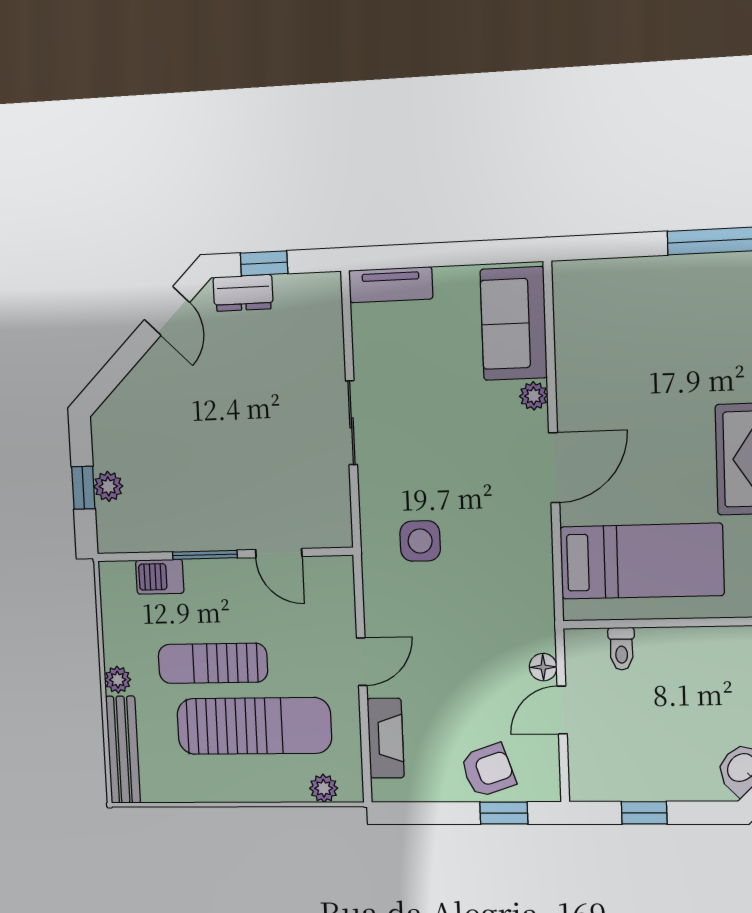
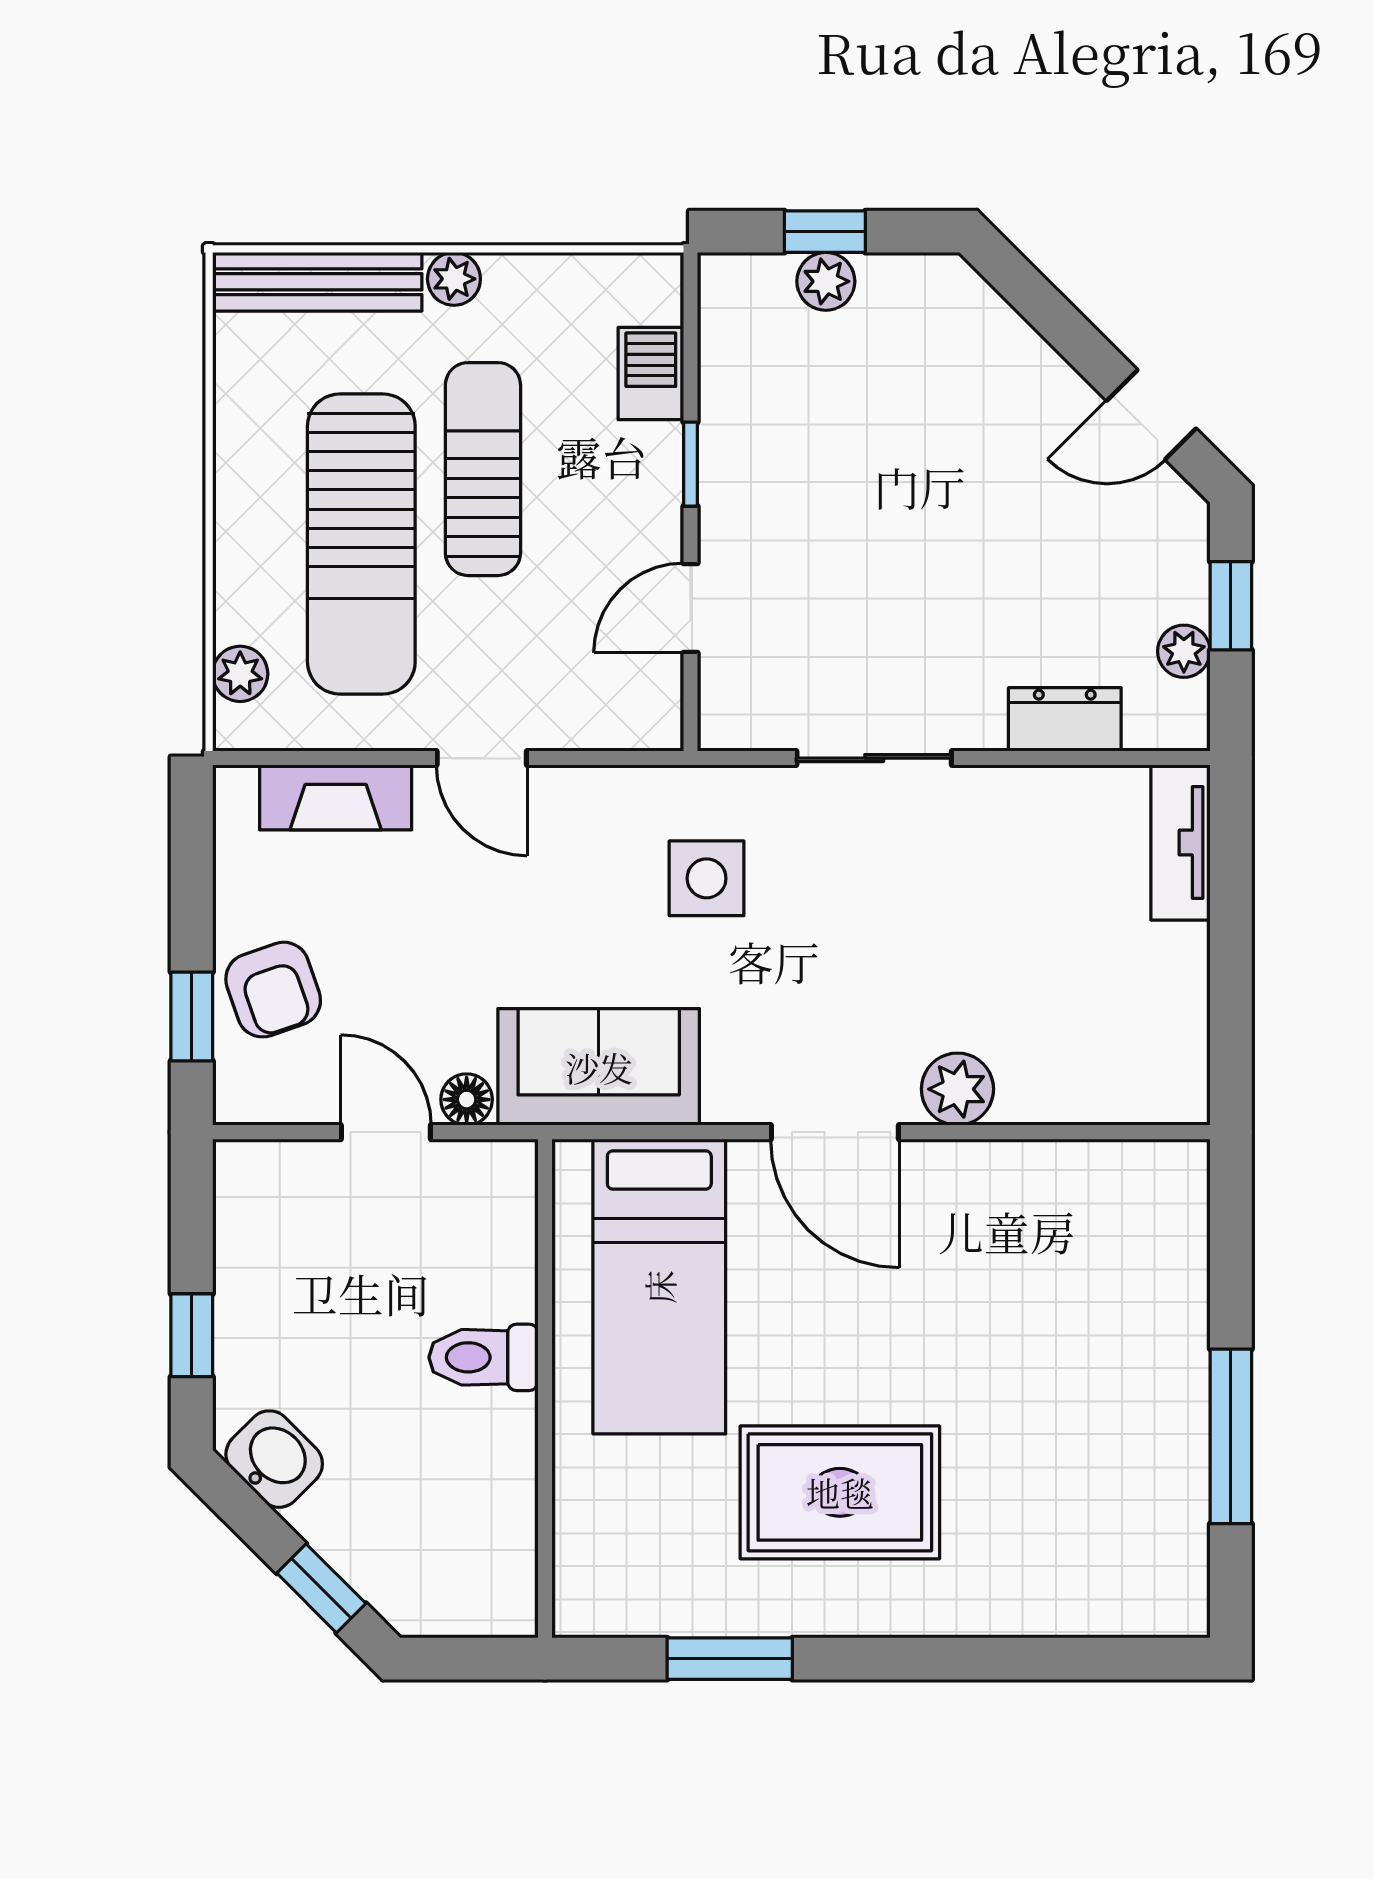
plant: (289, 288) -> (1184, 651), added
dresser: (243, 293) -> (1065, 719), moved, turned 90
sofa: (514, 324) -> (599, 1067), moved
plant: (534, 396) -> (957, 1089), width x1.38, depth x1.38
sliding door: (352, 423) -> (874, 758), moved
window: (205, 555) -> (691, 464), width x0.67
toilet: (621, 649) -> (484, 1357), moved, width x1.37, depth x1.39
window: (644, 813) -> (192, 1335), moved

